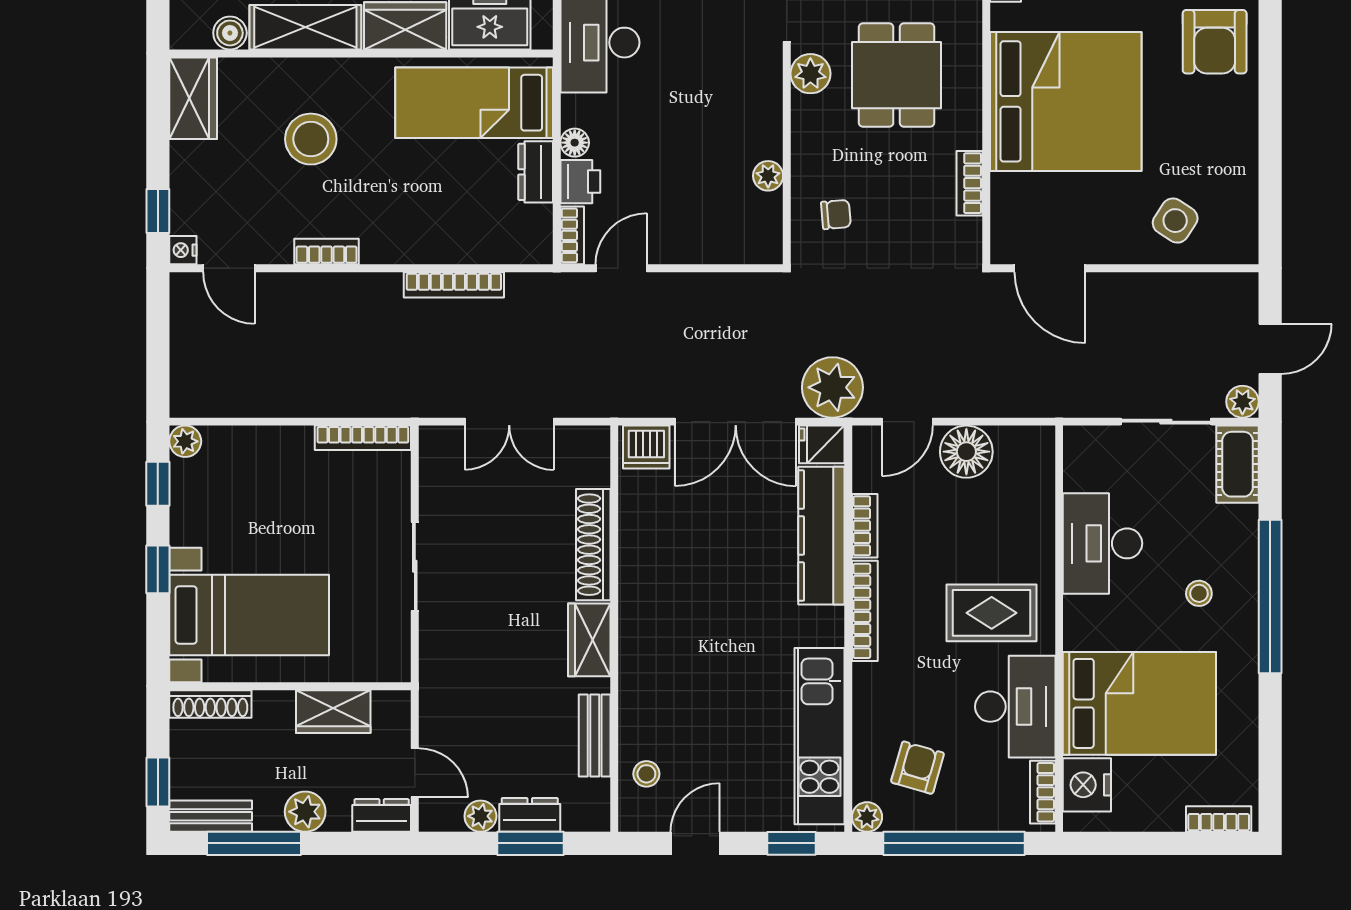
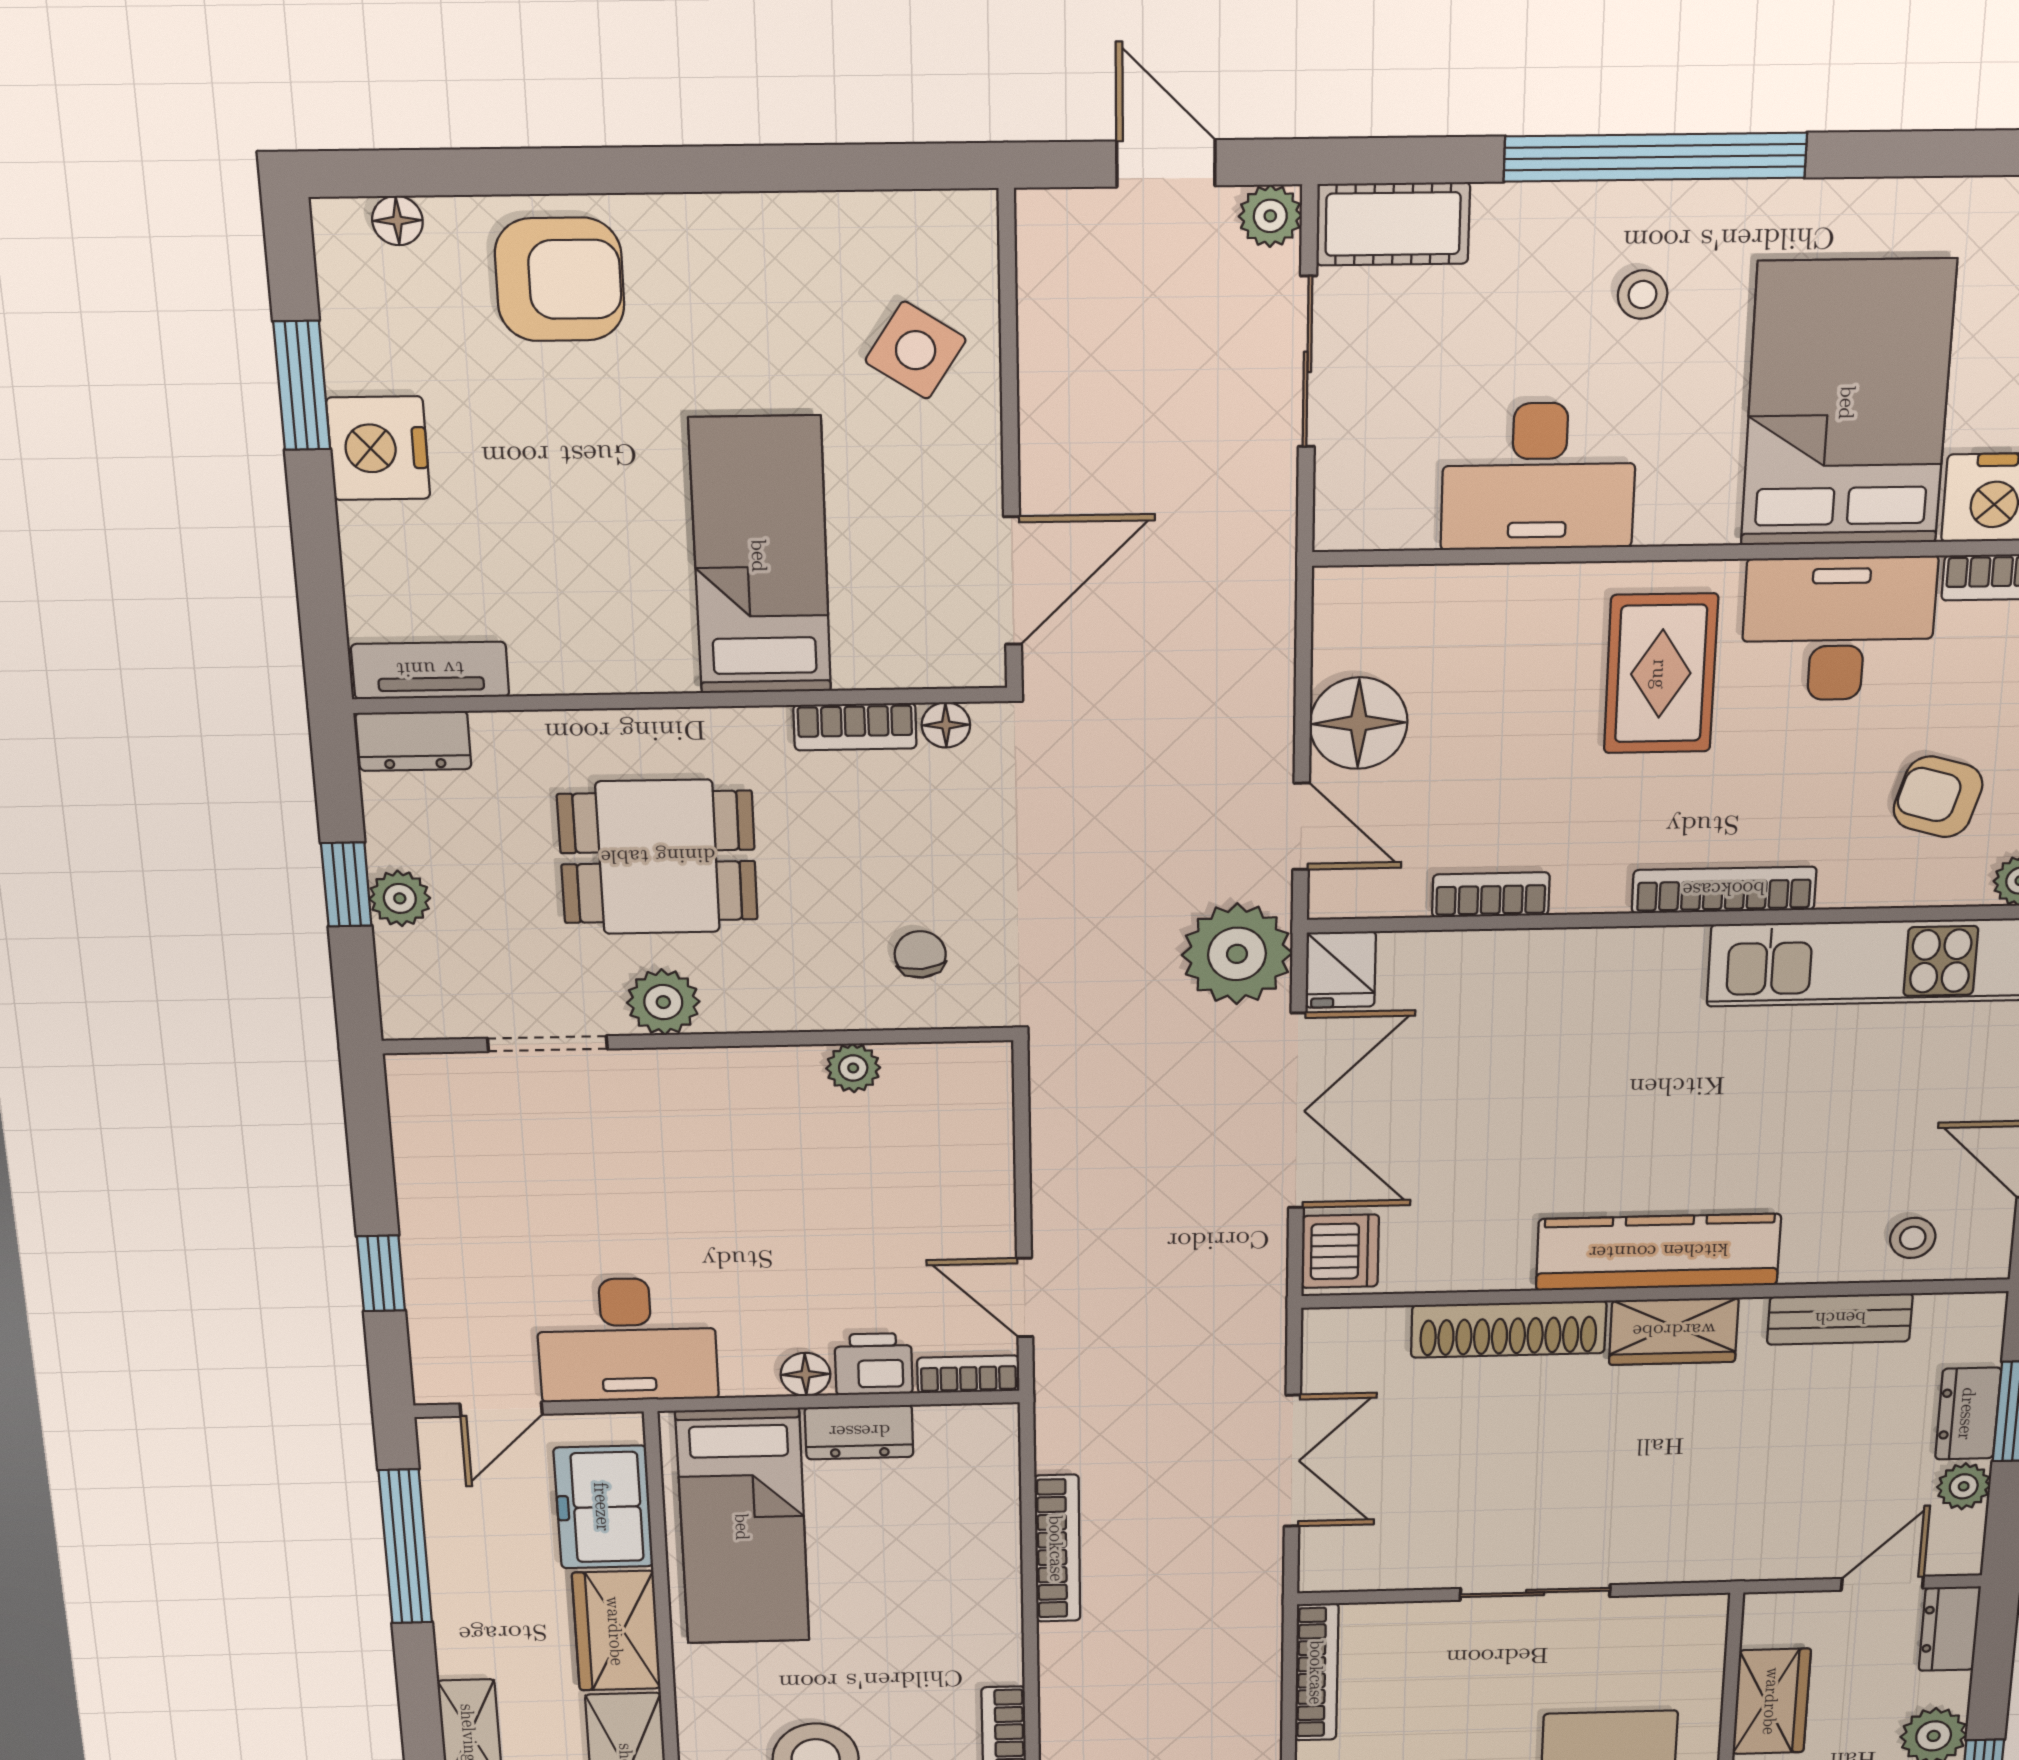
bed: (1066, 101) -> (760, 556), width x0.49
floor lamp: (970, 231) -> (946, 725), added
kitchen counter: (821, 536) -> (1658, 1252), moved, turned 180
bookcase: (865, 611) -> (1724, 890), moved

